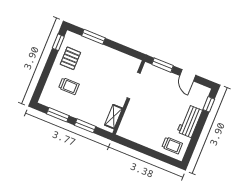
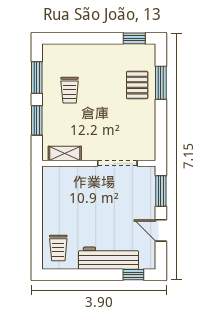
pallet: (70, 58) -> (137, 85), moved, turned 90
door: (188, 75) -> (161, 230), hinge flipped
trolley: (69, 86) -> (70, 90), moved
workbench: (190, 121) -> (109, 258), width x1.38

